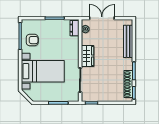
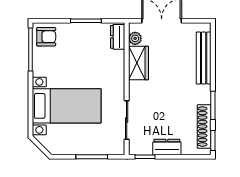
armchair: (32, 40) -> (46, 37), moved
wardrobe: (87, 56) -> (138, 63), moved
dresser: (105, 97) -> (167, 147), added

